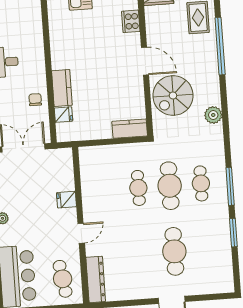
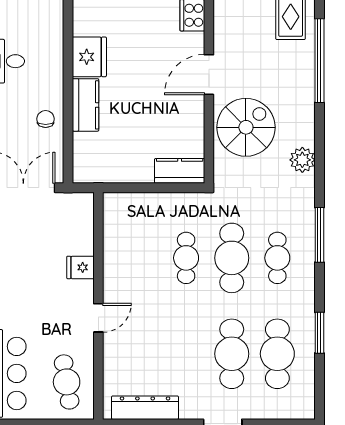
door: (145, 61) -> (209, 75), swing flipped
spiral stairs: (173, 95) -> (246, 127), turned 180
fridge: (63, 115) -> (89, 57), moved, width x1.88, depth x1.34
window: (230, 186) -> (319, 235), moved
cafe table: (206, 249) -> (277, 354), added
dresser: (96, 279) -> (145, 408), moved, turned -90

